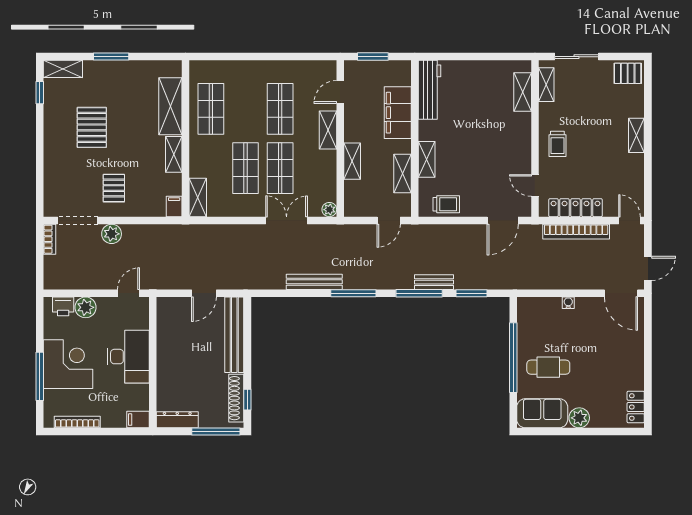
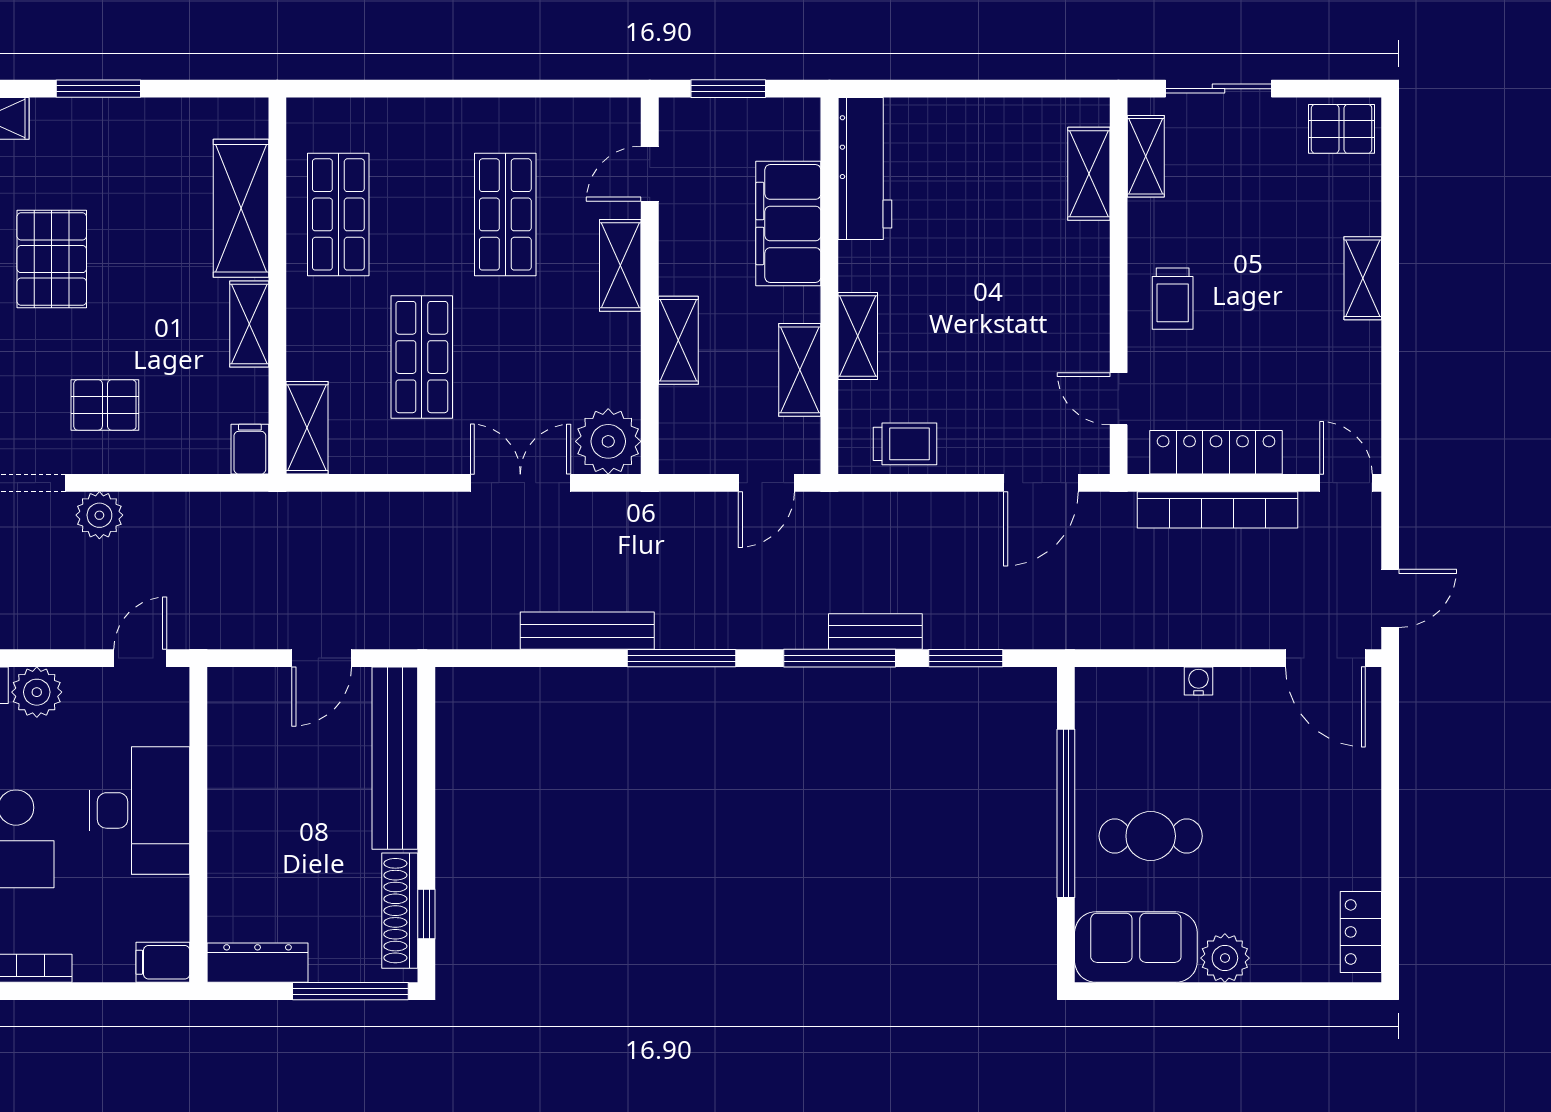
shop shelf: (280, 168) -> (505, 357), removed
pallet: (114, 188) -> (105, 405), turned 90
plant: (329, 210) -> (608, 441), width x1.88, depth x1.88

